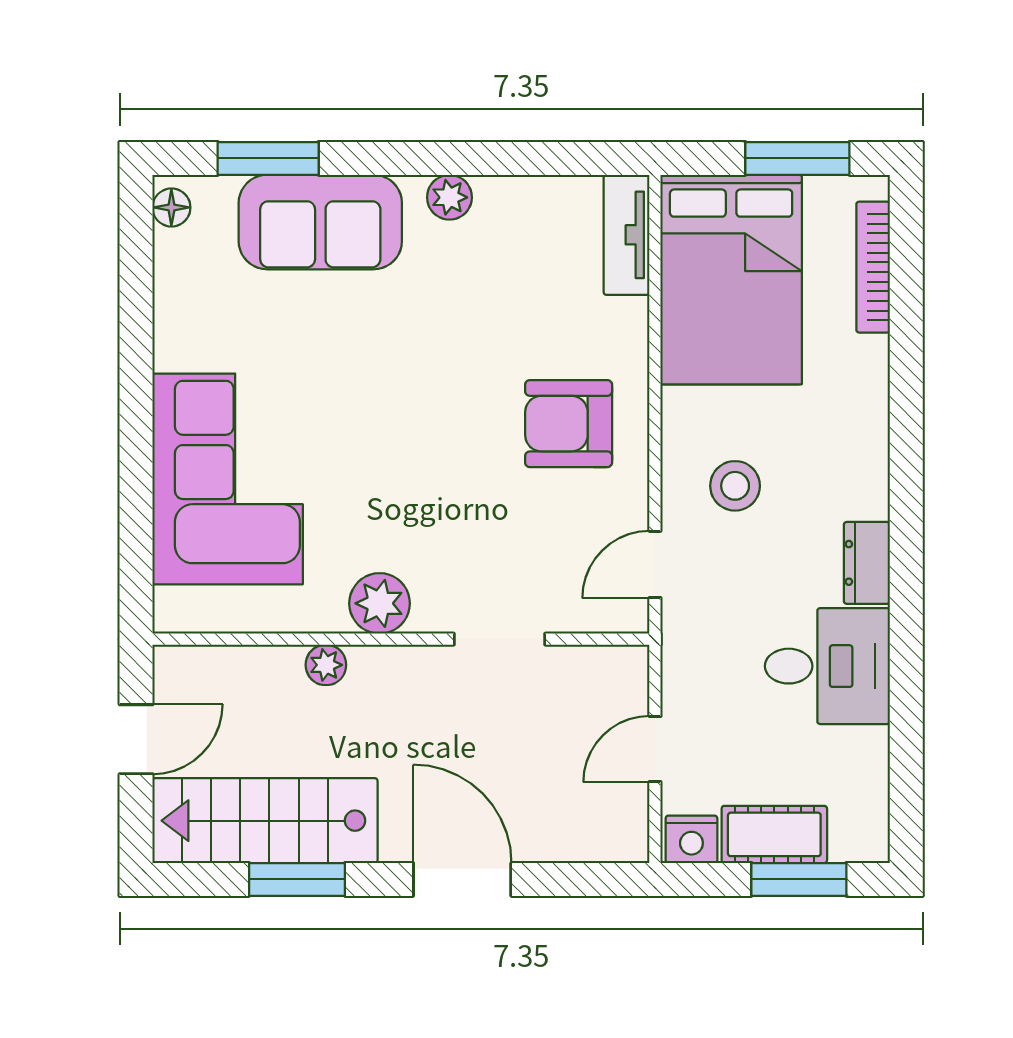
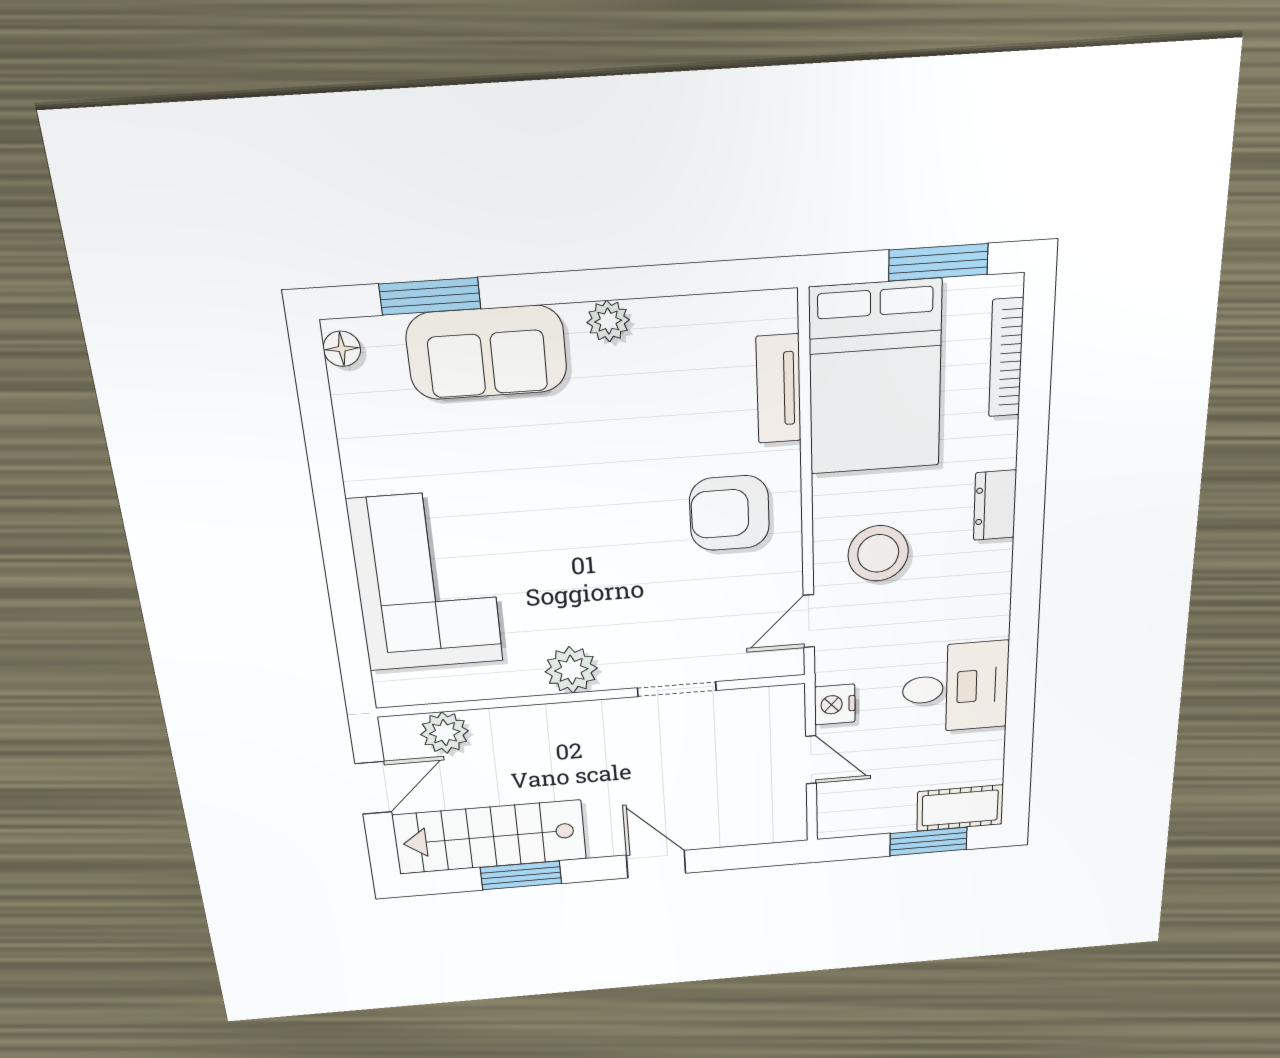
tv unit: (627, 235) -> (779, 389), moved
stool: (735, 486) -> (878, 553), width x1.38, depth x1.38
dresser: (867, 563) -> (995, 505), moved
plant: (326, 665) -> (445, 733), moved, width x1.38, depth x1.38
door: (655, 749) -> (811, 760), swing flipped
cot: (774, 834) -> (960, 808), moved
nightstand: (691, 839) -> (835, 704), moved, turned 90
door: (462, 879) -> (656, 864), width x0.73

